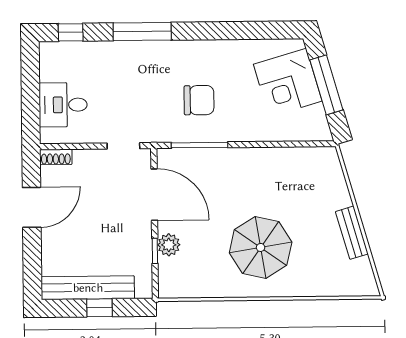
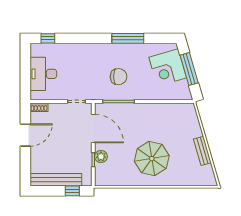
window: (142, 32) -> (128, 38), moved
desk: (63, 105) -> (43, 74), width x1.37
window: (99, 308) -> (72, 191), moved

